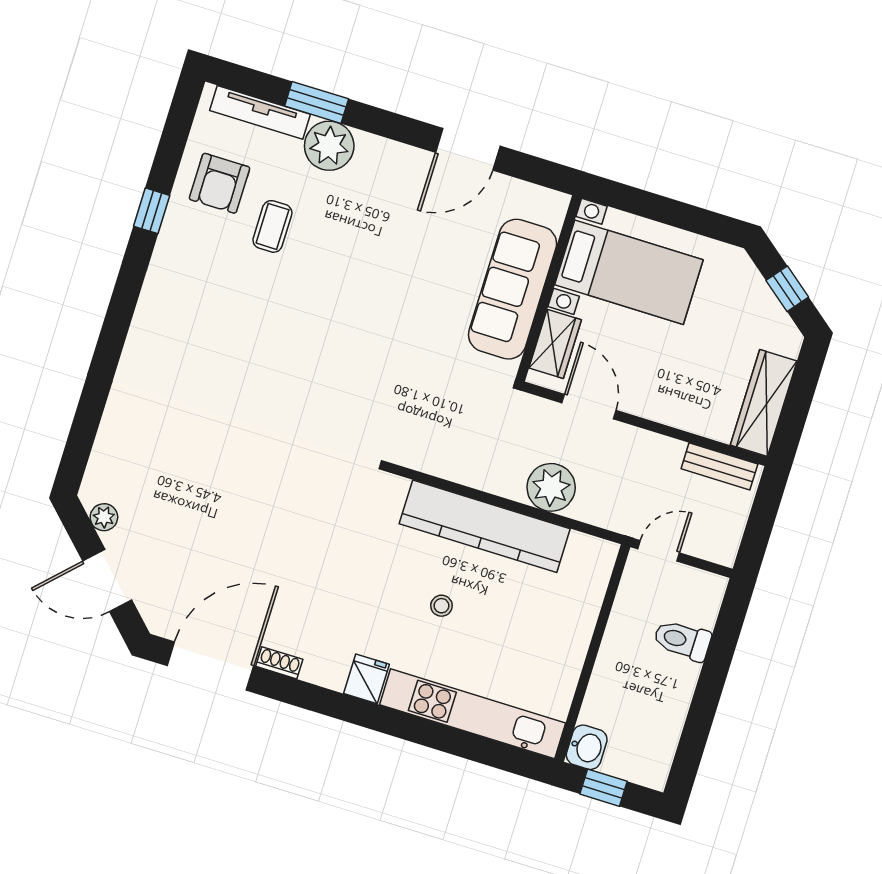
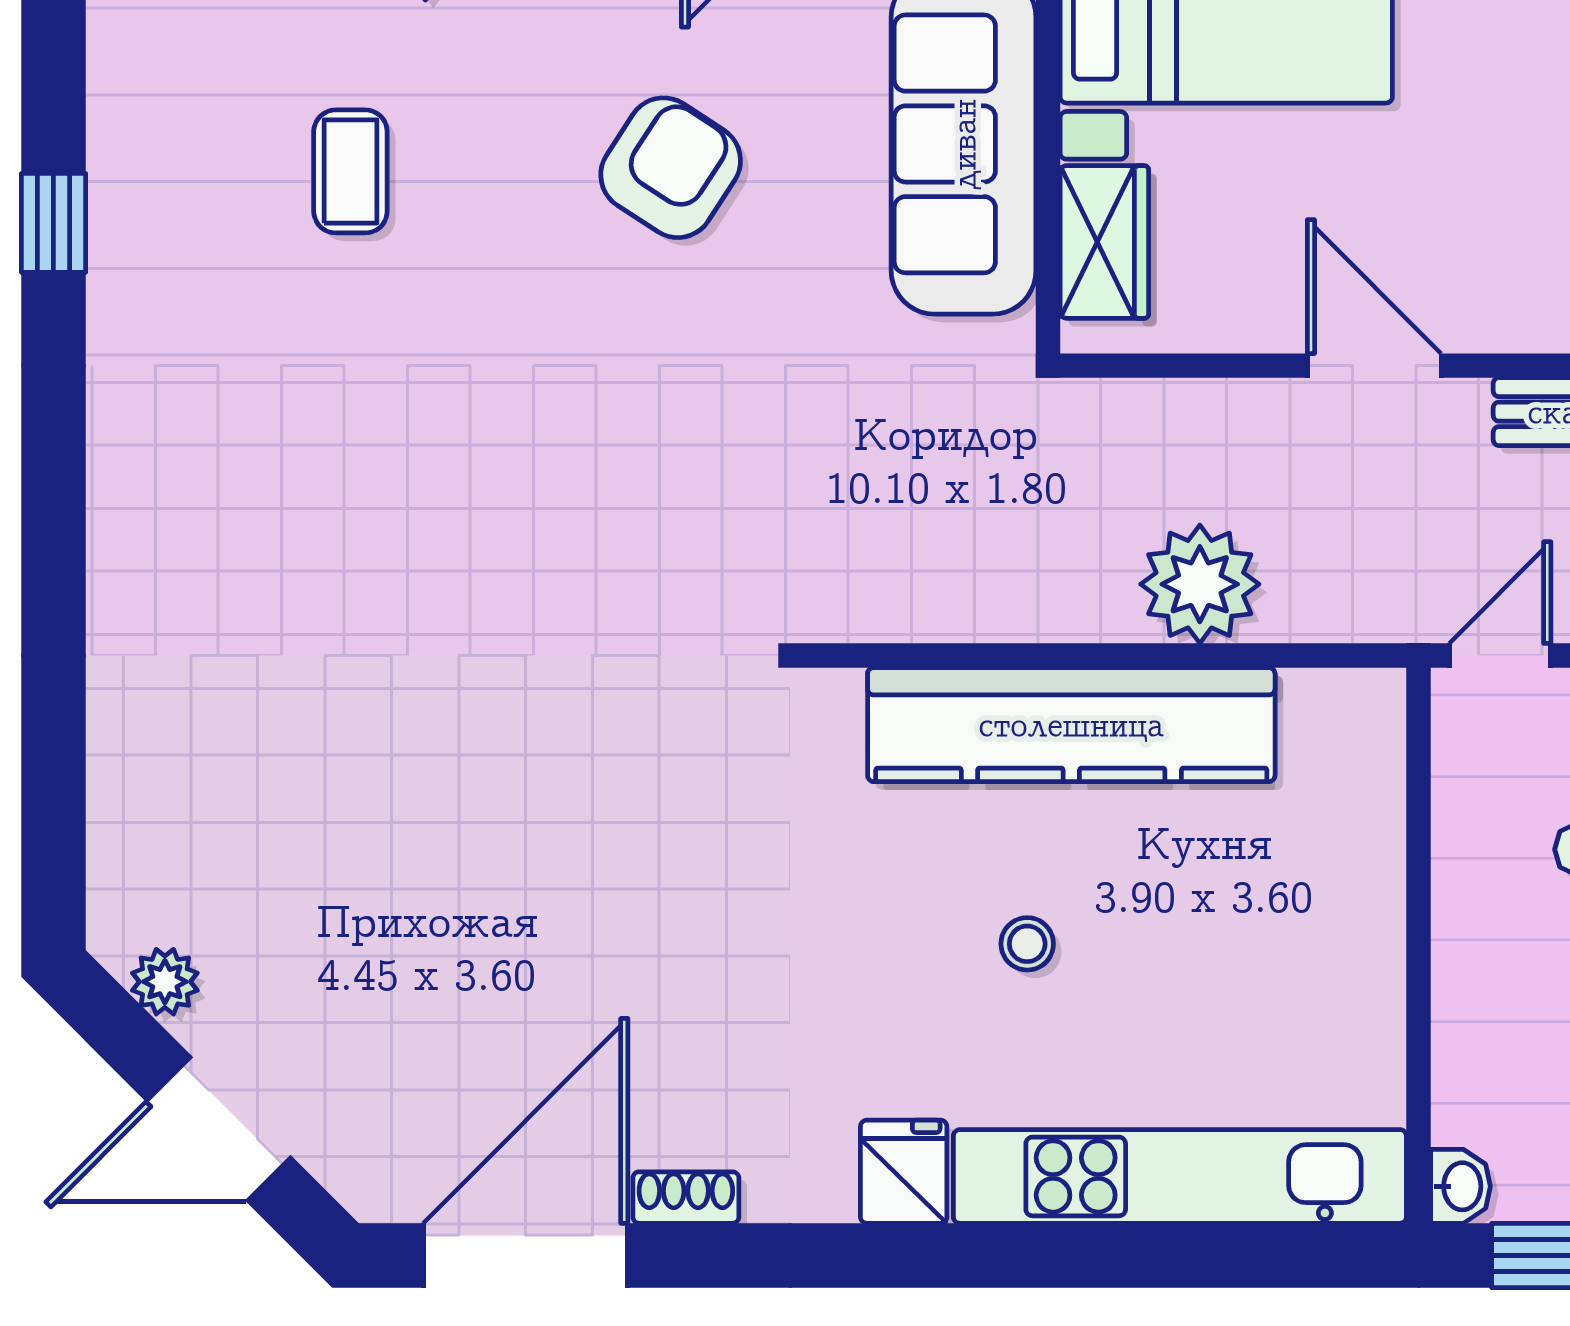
armchair: (220, 183) -> (671, 168), moved, turned -147
door: (589, 407) -> (1374, 366), moved
washbasin: (587, 747) -> (1460, 1186), width x0.72, depth x0.69

